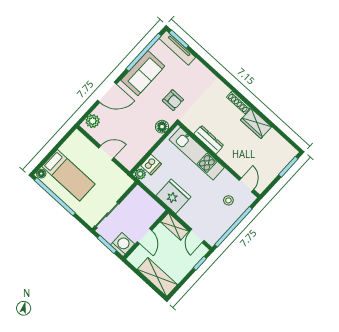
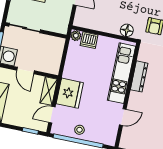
door: (246, 185) -> (123, 117), moved
fridge: (173, 196) -> (70, 93), moved
stool: (228, 200) -> (79, 130), moved
door: (145, 236) -> (25, 70), hinge flipped

